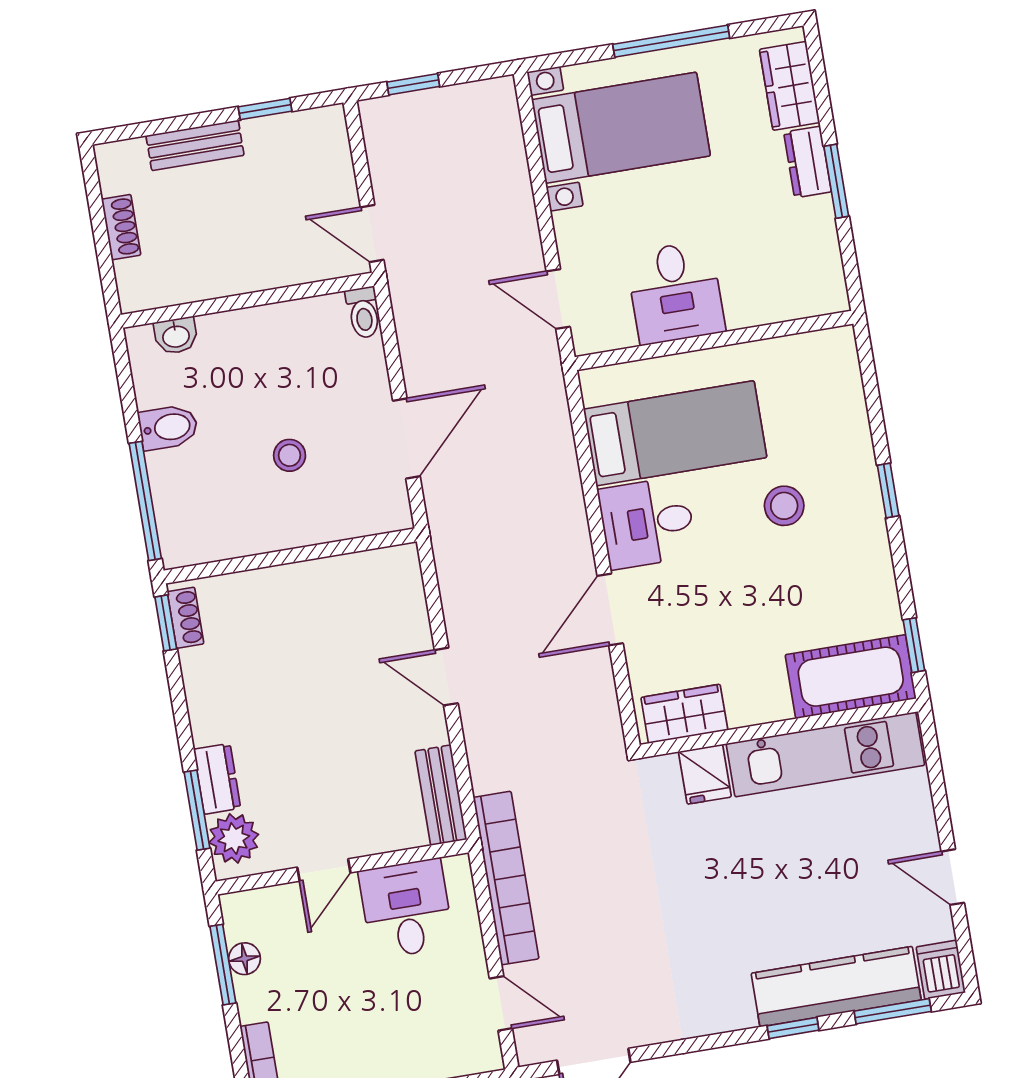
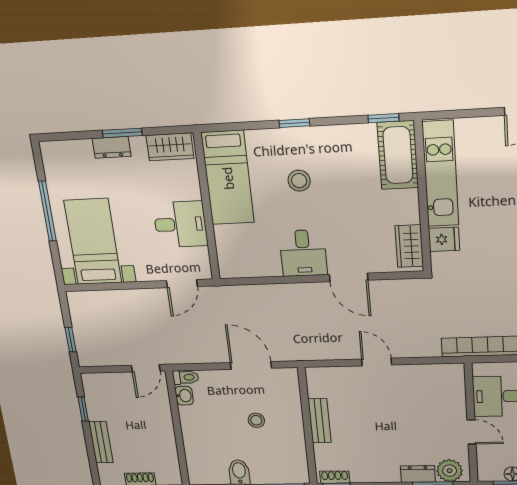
wardrobe: (790, 86) -> (170, 147), moved
washbasin: (176, 336) -> (184, 396), moved
bed: (675, 433) -> (228, 178), moved, turned 180
door: (446, 677) -> (377, 362), swing flipped
bench: (441, 795) -> (320, 421), moved, turned 90

